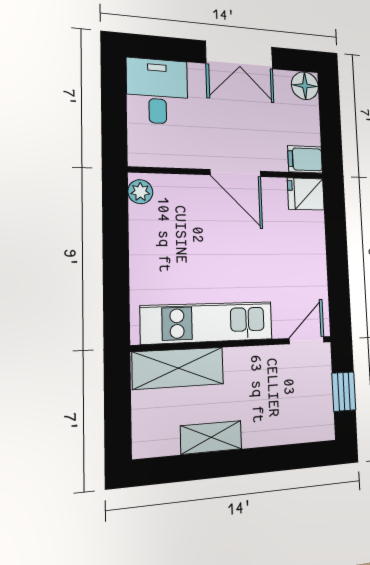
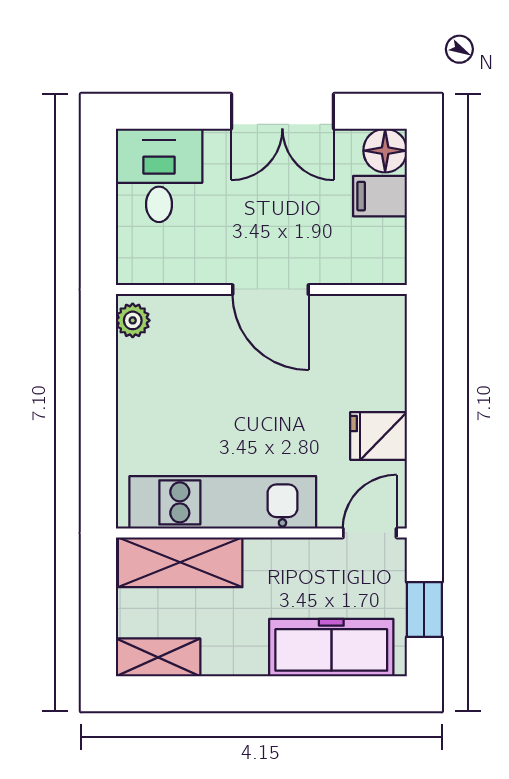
filing cabinet: (305, 159) -> (380, 196), moved
fridge: (306, 194) -> (379, 436), moved
freezer: (285, 424) -> (331, 648), added
shelving: (211, 437) -> (158, 657), moved

